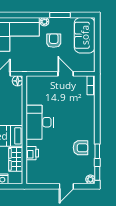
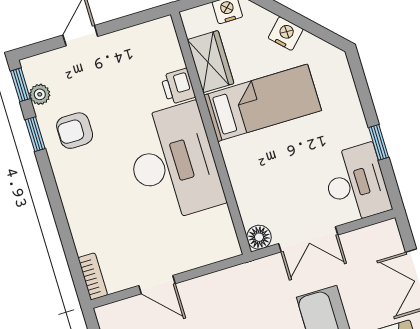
desk: (40, 122) -> (173, 163), width x1.36, depth x1.30
plant: (90, 179) -> (40, 94), moved

